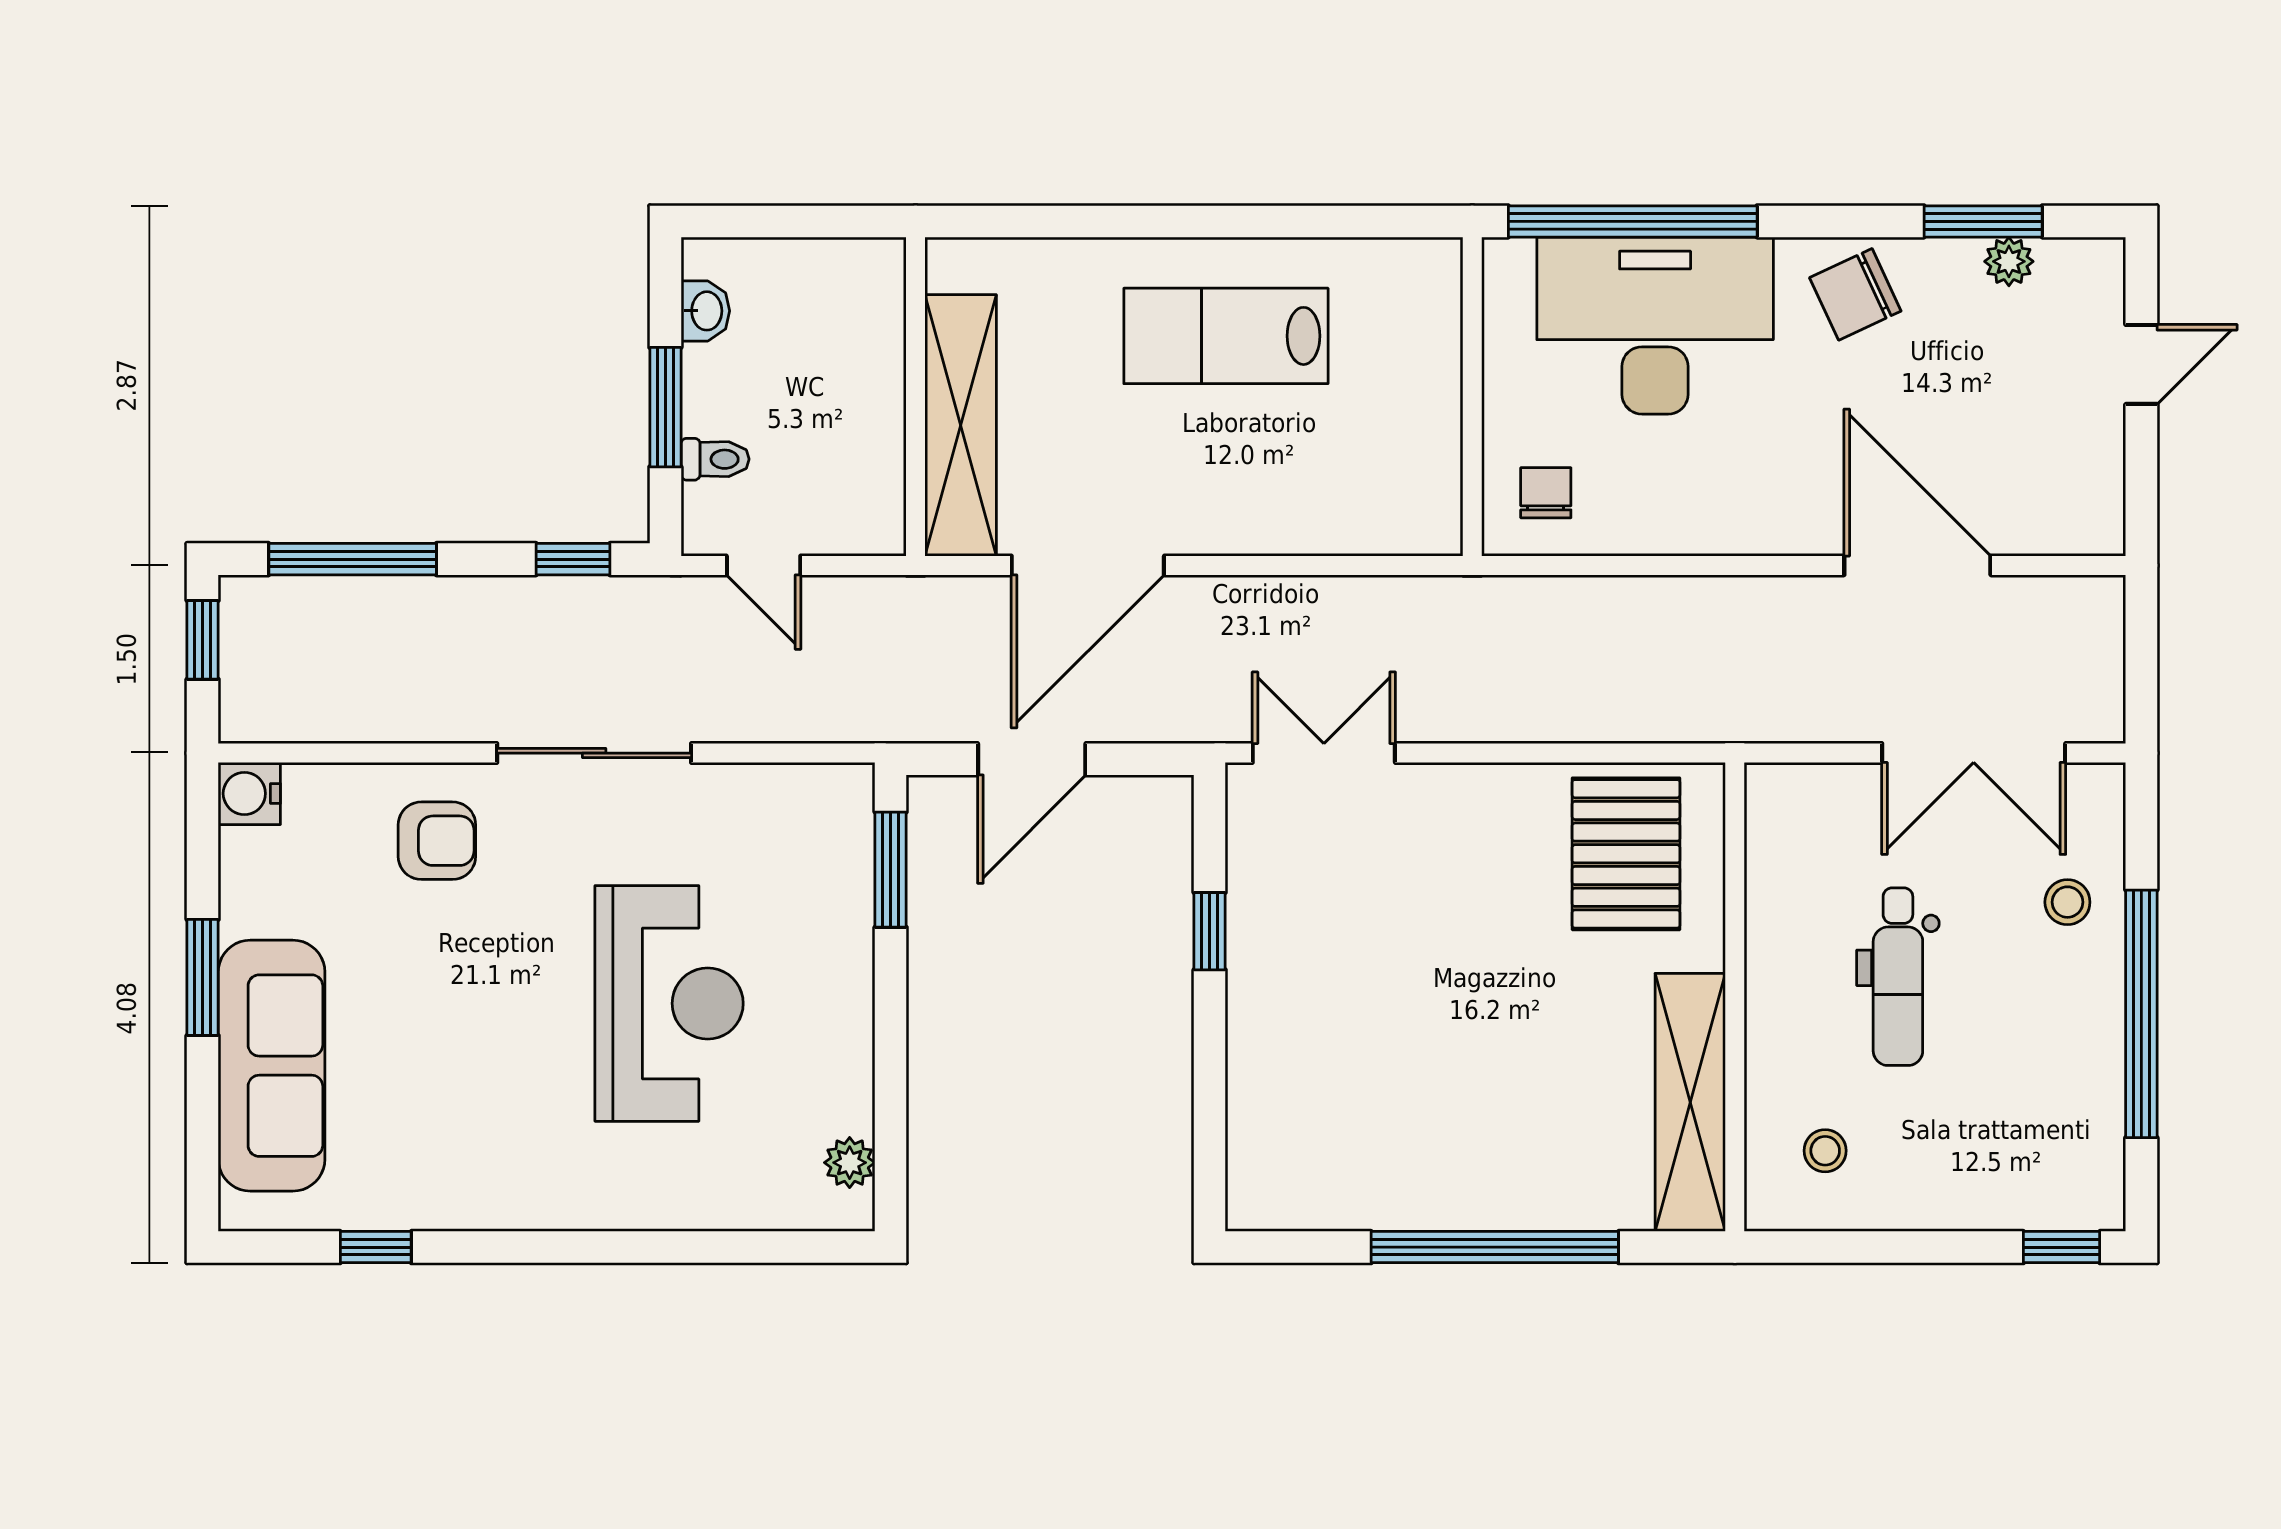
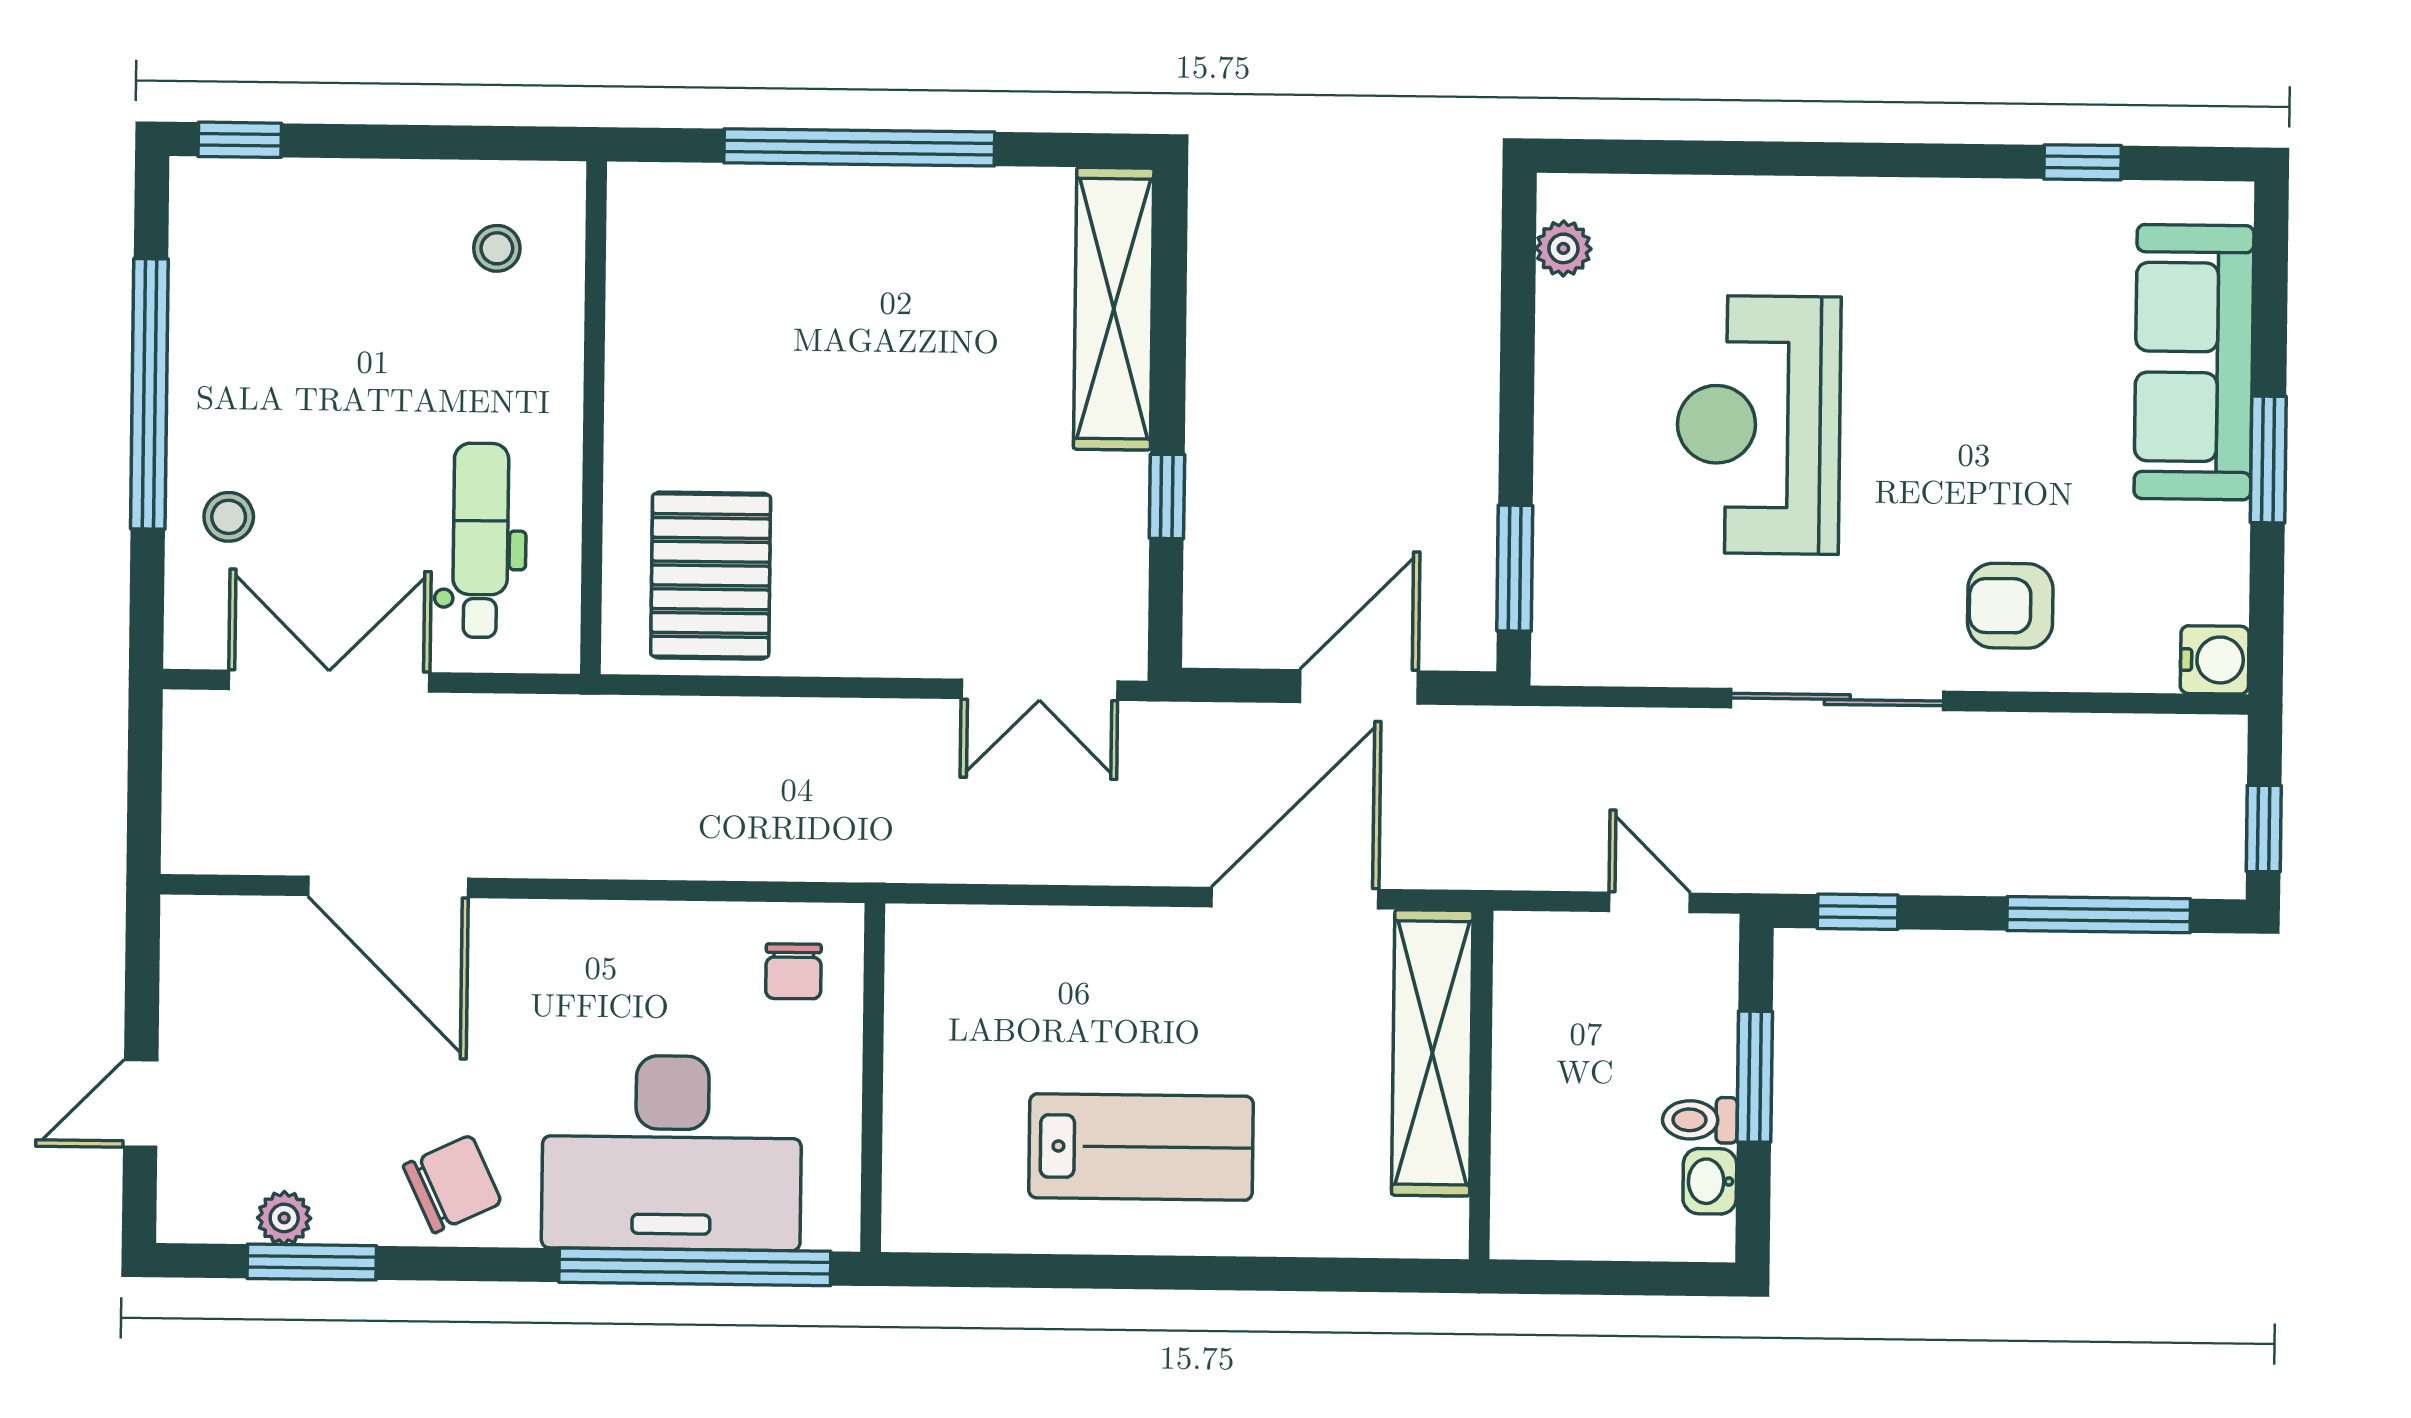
toilet: (715, 459) -> (1700, 1120), moved
dental chair: (1898, 977) -> (481, 540), moved
shelving: (1690, 1102) -> (1114, 309), moved

